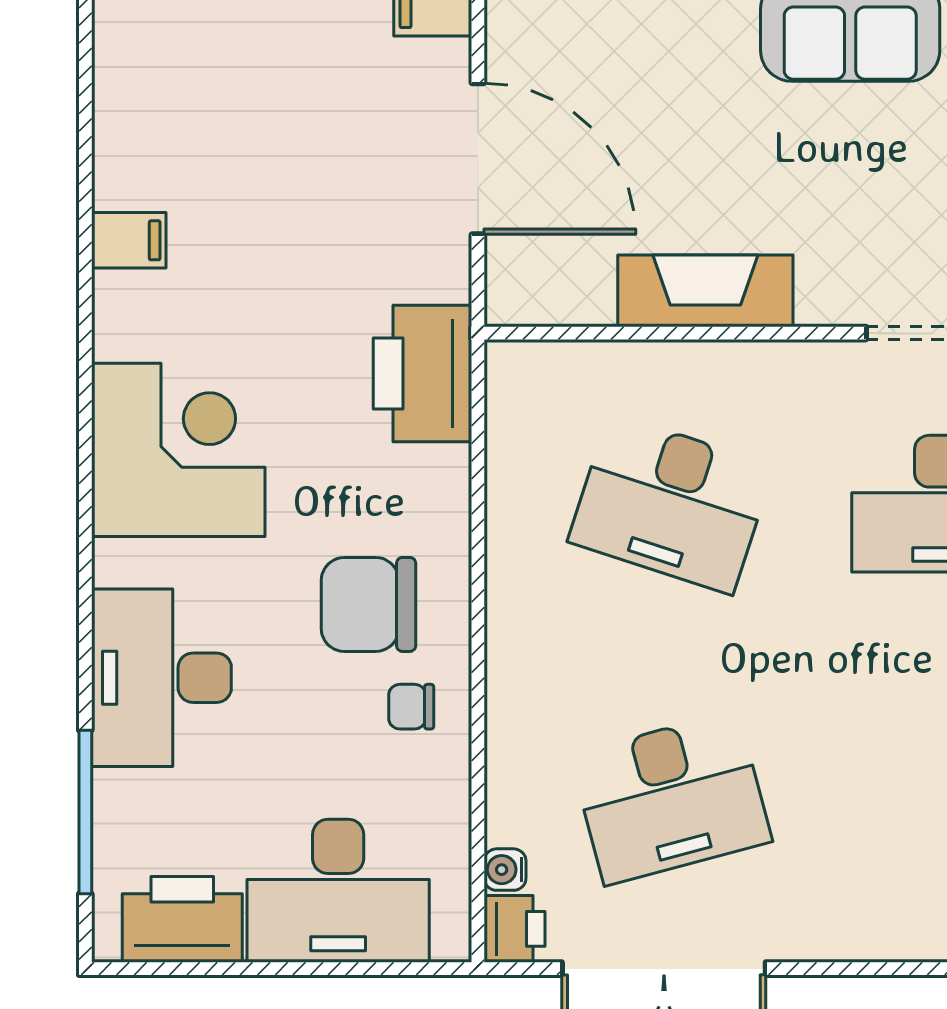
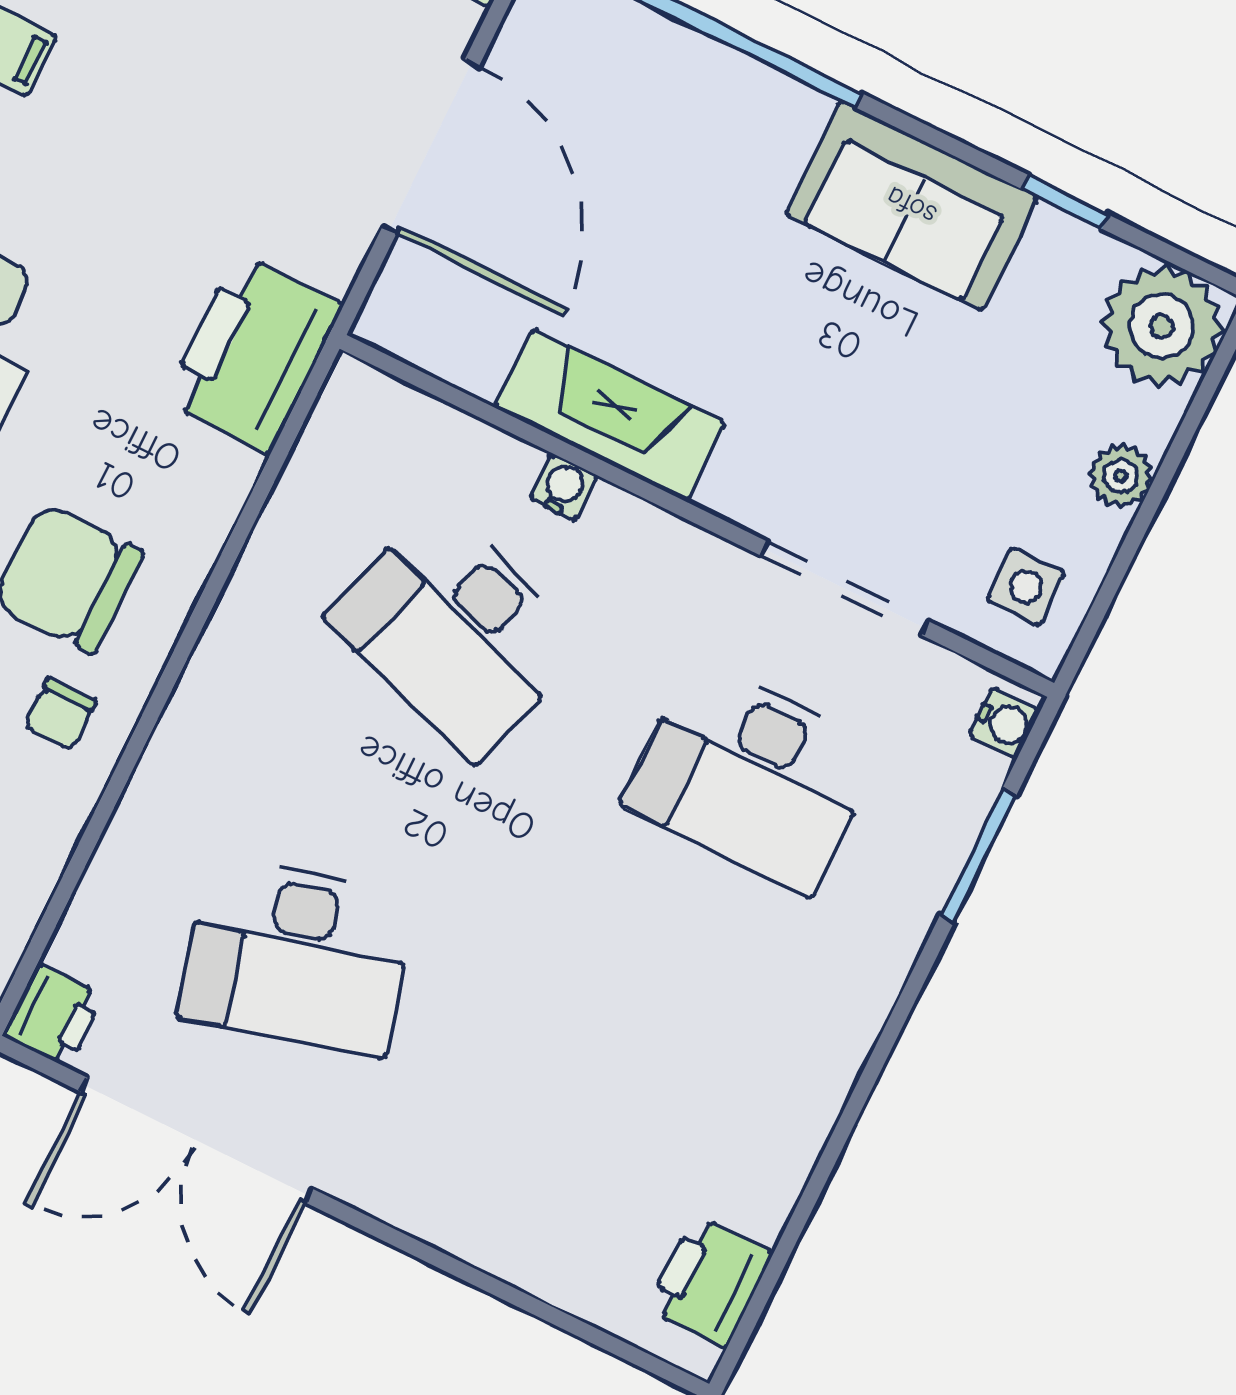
chair: (411, 707) -> (60, 714), turned -90
water cooler: (505, 870) -> (563, 487), moved, turned 90

